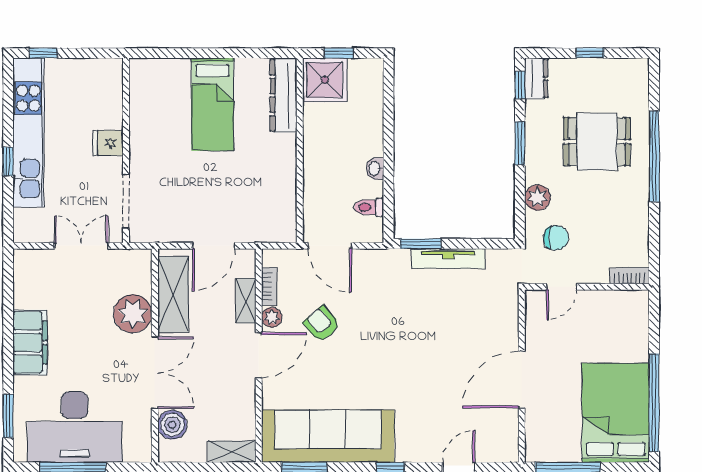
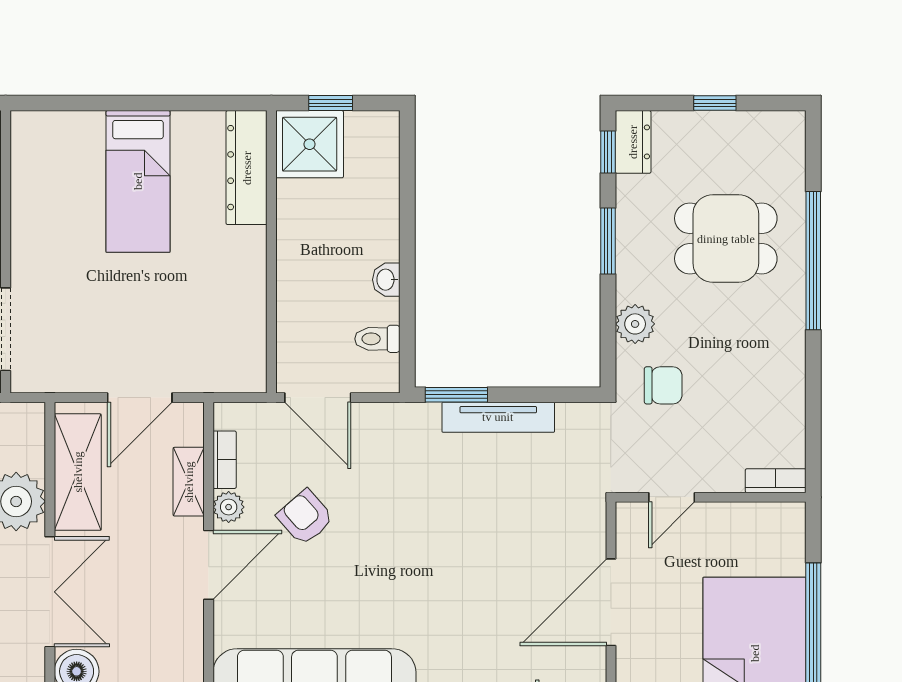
bookcase: (629, 276) -> (776, 481), moved
door: (561, 287) -> (672, 497), moved
wall: (587, 287) -> (711, 497), moved

